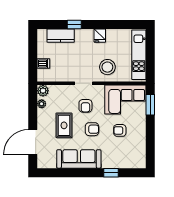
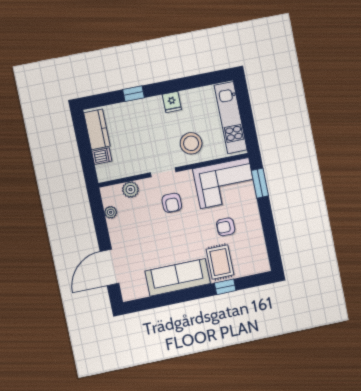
kitchen counter: (61, 36) -> (97, 129), moved, turned -90
plant: (43, 91) -> (130, 190), moved
rug: (64, 125) -> (220, 262), moved
armchair: (92, 129) -> (187, 233), removed

